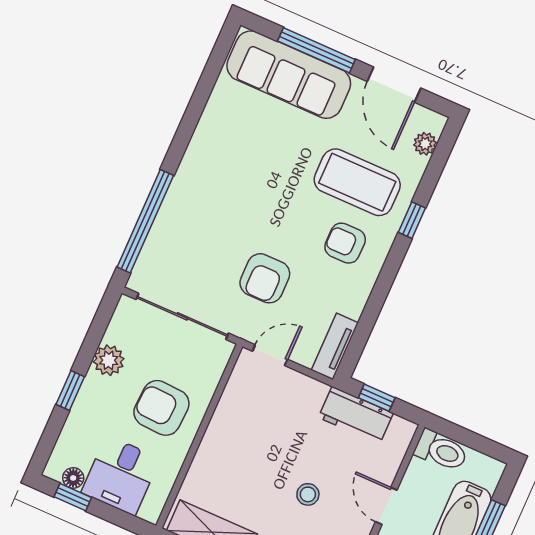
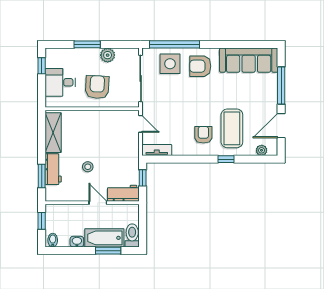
sofa: (289, 75) -> (249, 60), moved, turned -90
side table: (179, 247) -> (170, 64), added
armchair: (265, 278) -> (200, 66), moved
window: (70, 391) -> (87, 44), width x1.50
workbench: (356, 415) -> (123, 193), moved, turned 90
toilet: (441, 451) -> (132, 235), moved, turned 180
floor lamp: (73, 478) -> (50, 62), removed
door: (386, 506) -> (98, 203), hinge flipped

